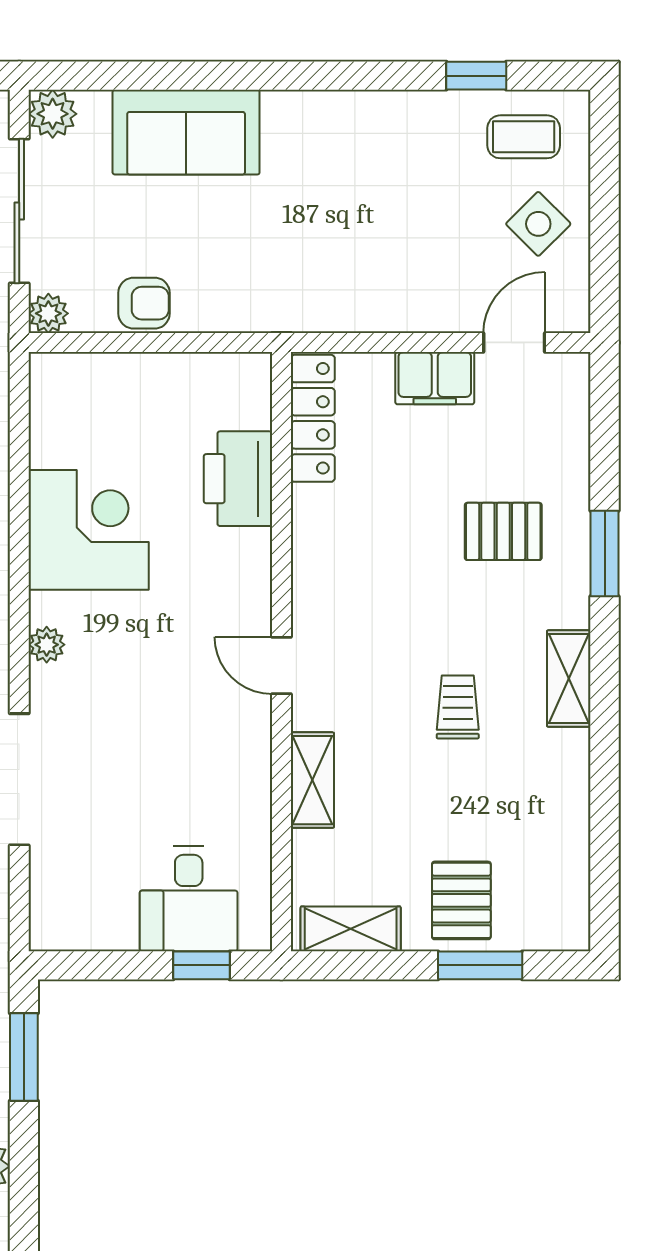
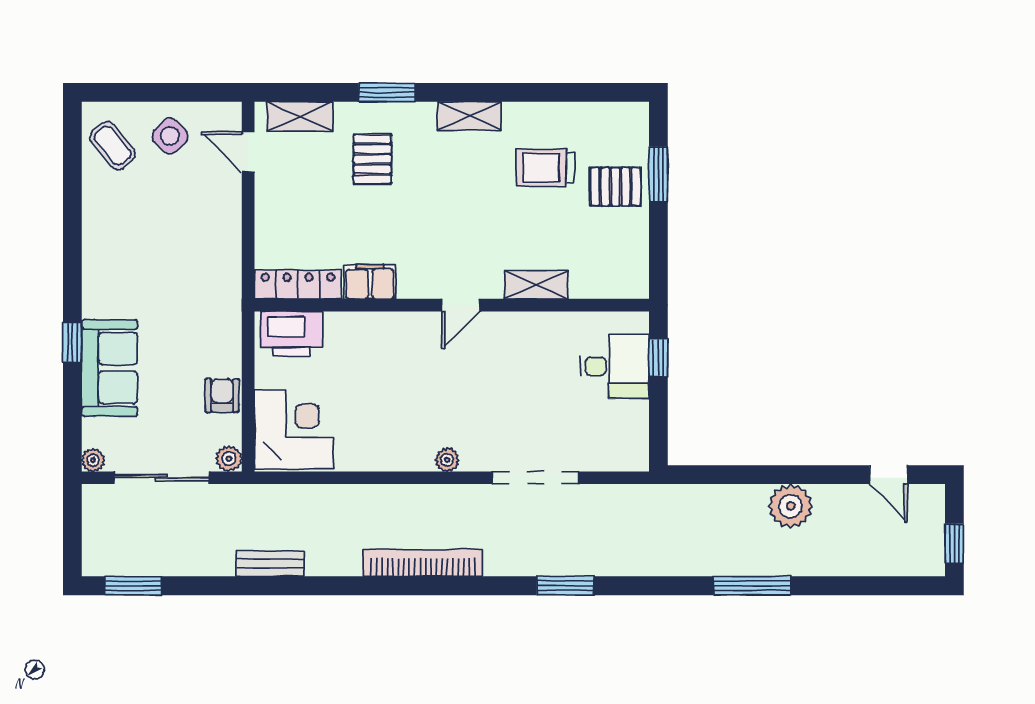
window: (476, 76) -> (72, 342), moved
plant: (53, 114) -> (93, 460), width x0.73, depth x0.73
coffee table: (524, 137) -> (113, 146), turned -40
filing cabinet: (435, 378) -> (370, 282), moved, turned -90
printer: (238, 479) -> (292, 334), moved
corner desk: (89, 530) -> (294, 429), moved, turned 90
trolley: (458, 707) -> (545, 168), moved, width x1.36, depth x1.39
shelving: (351, 929) -> (300, 116), moved, turned 90
window: (24, 1057) -> (719, 475), removed

